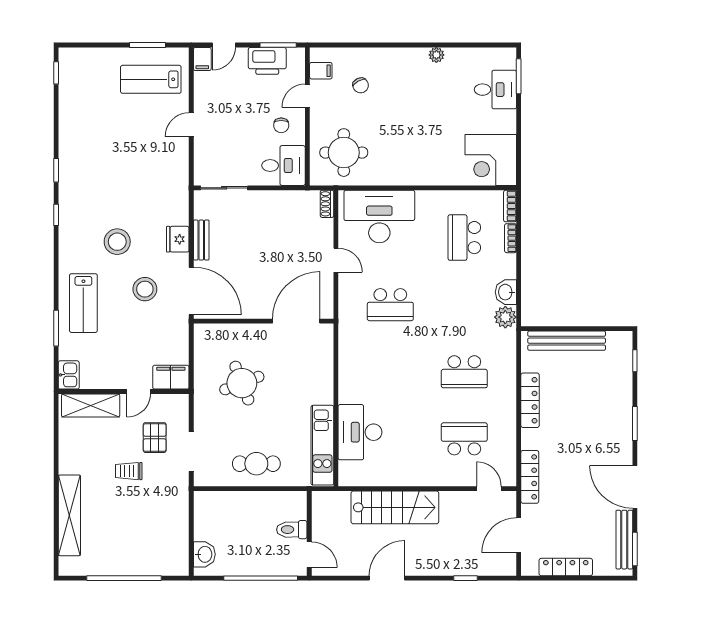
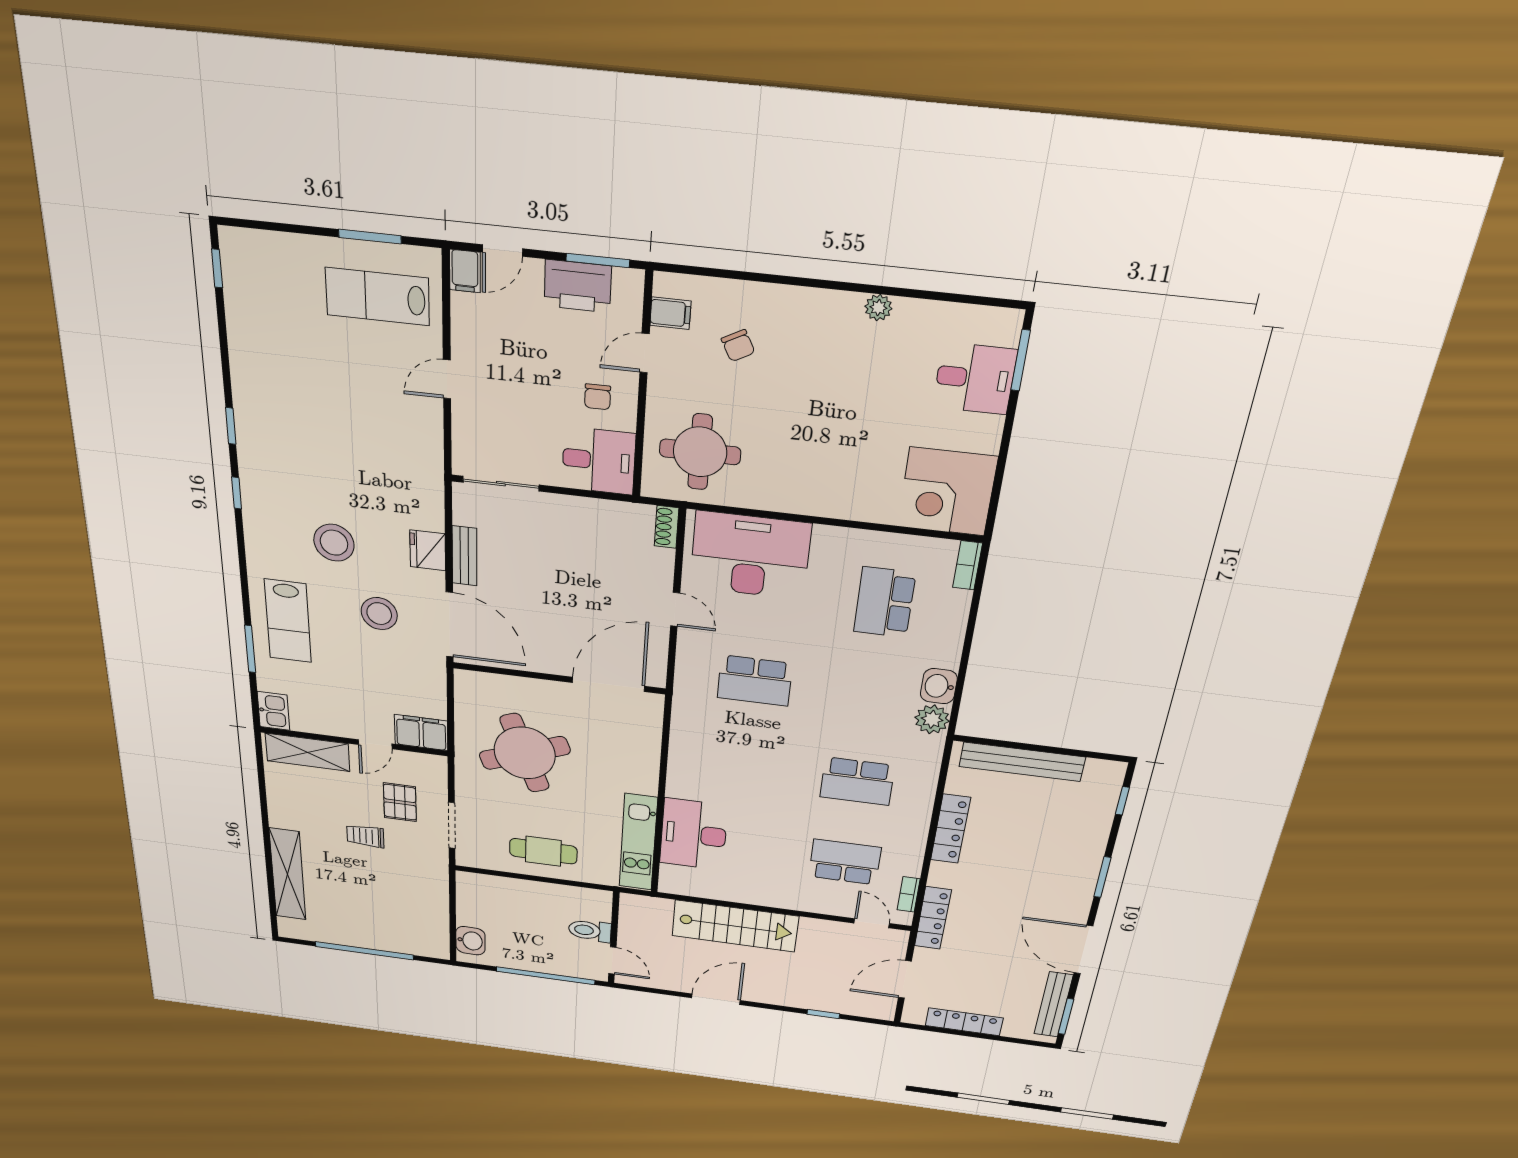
bookcase: (511, 238) -> (909, 894), moved
round table: (242, 383) -> (525, 753), width x1.36, depth x1.36

